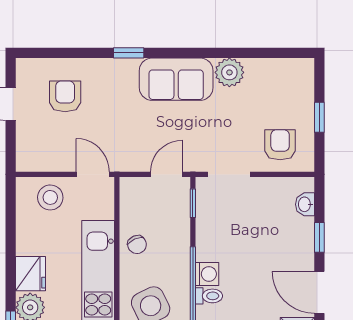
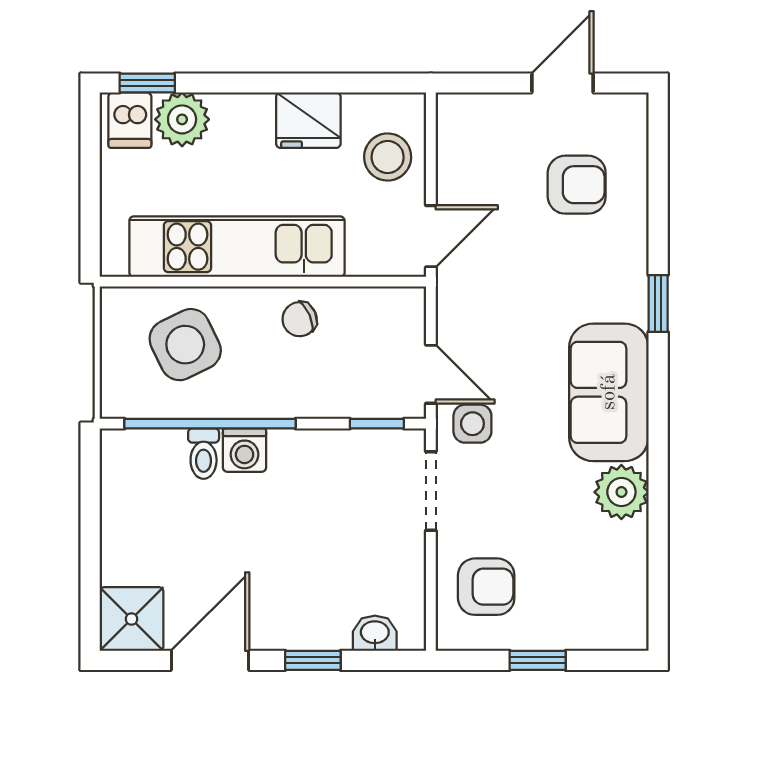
side table: (193, 152) -> (472, 424), added
fridge: (31, 274) -> (308, 120), moved

